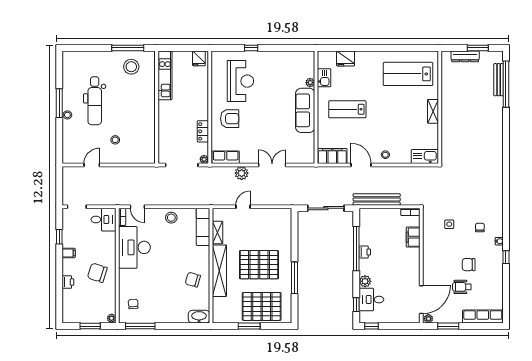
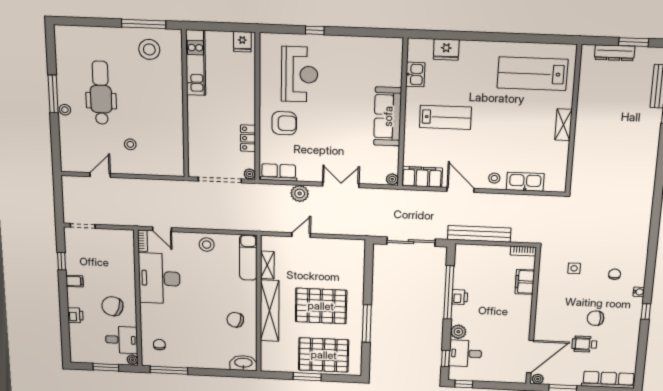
plant: (310, 83) -> (392, 179), moved
dental chair: (95, 101) -> (101, 93), turned 180
lab bench: (347, 109) -> (445, 117), turned 180
kitchen sink: (425, 157) -> (525, 182), moved
desk: (104, 220) -> (122, 340), moved

